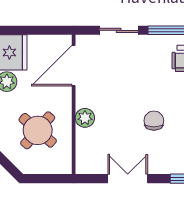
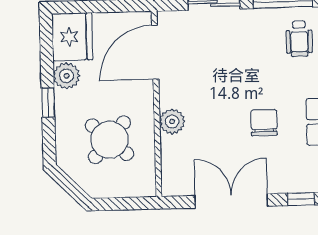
double door: (128, 179) -> (231, 201), width x1.37

